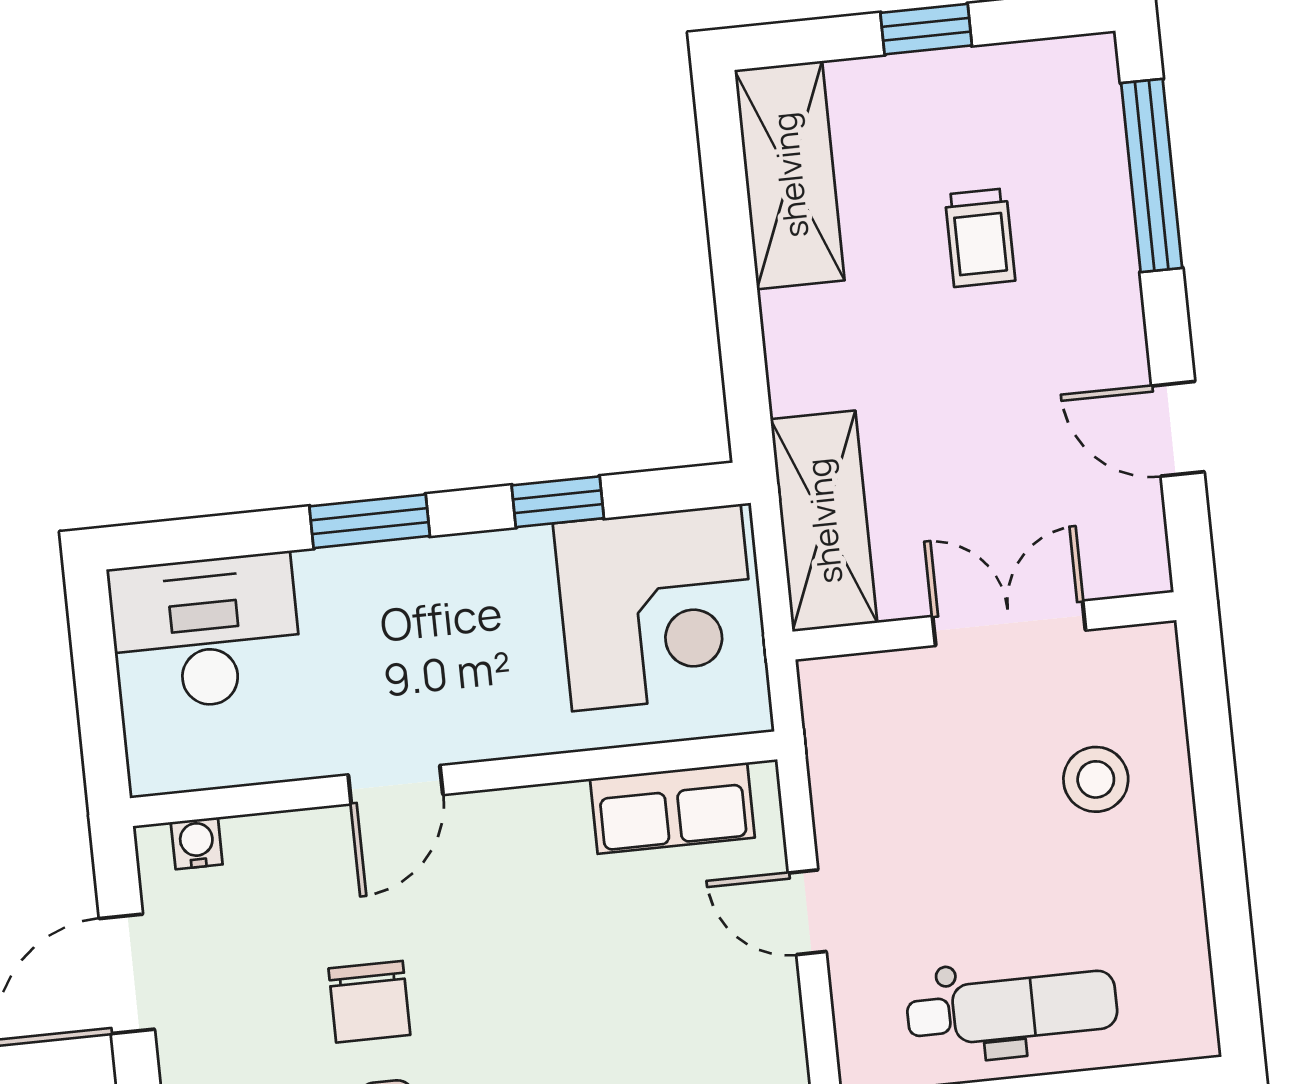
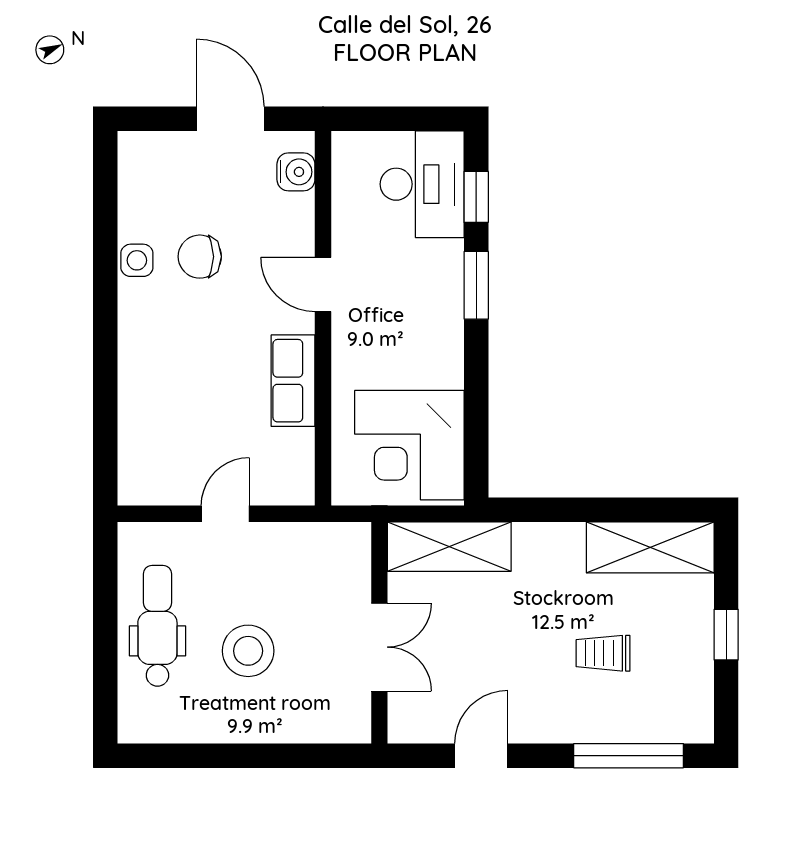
window: (558, 502) -> (476, 197), moved
stool: (1096, 779) -> (248, 651), moved, width x1.38, depth x1.38
row of seats: (672, 808) -> (293, 381), moved
water cooler: (197, 843) -> (296, 172), width x1.38, depth x1.38
dental chair: (1012, 1009) -> (157, 626), turned 180

